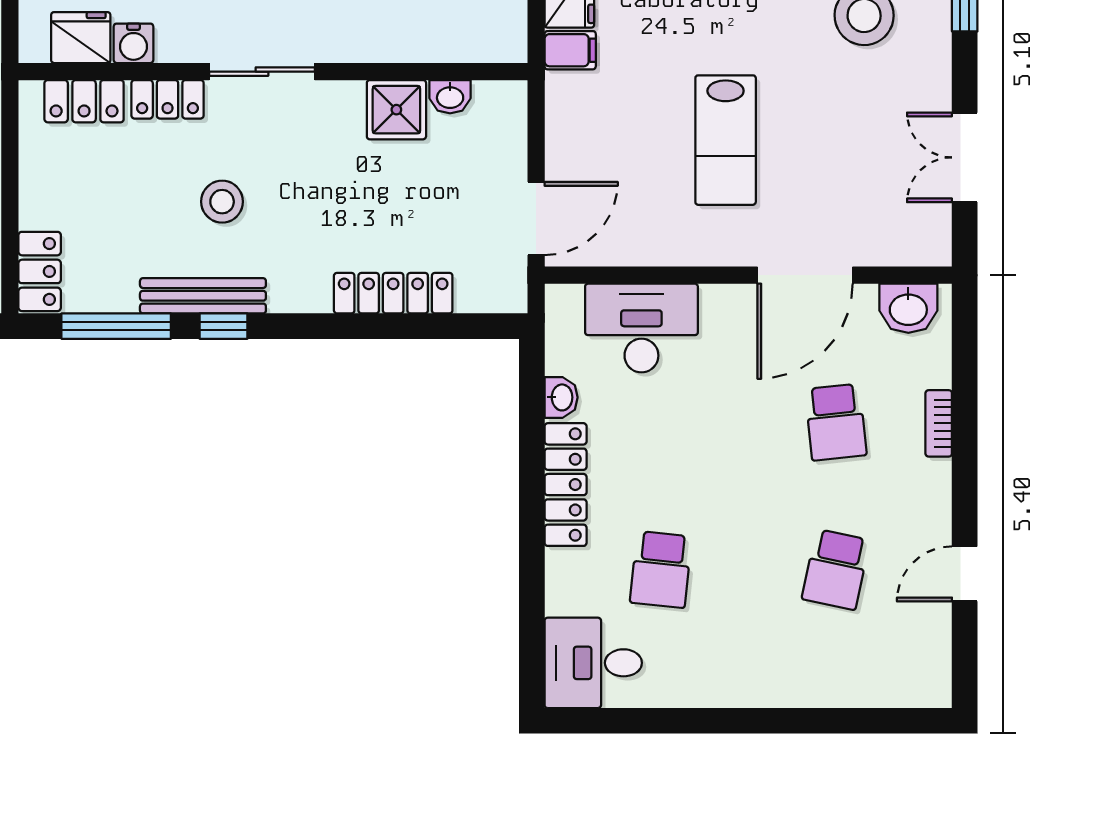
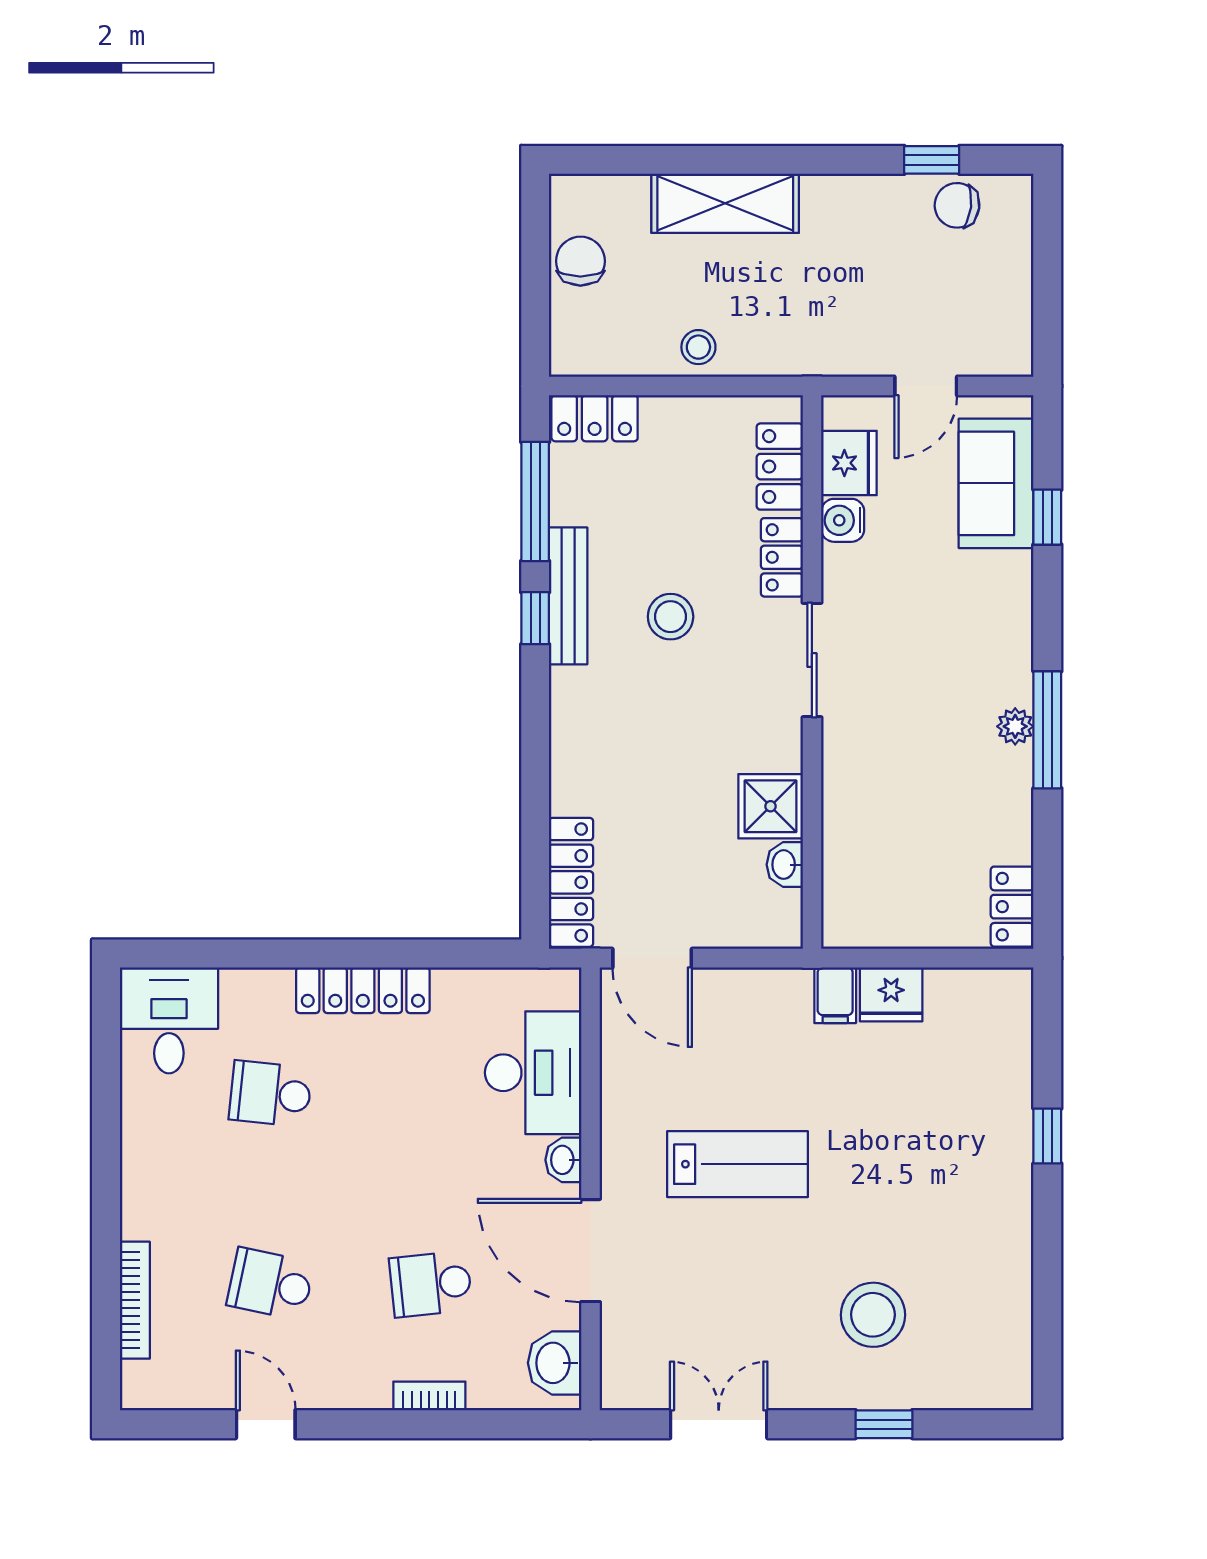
lab bench: (726, 140) -> (737, 1164), turned 180
locker: (393, 293) -> (571, 882), moved
washbasin: (561, 397) -> (563, 1160), moved, turned 90
bookcase: (851, 694) -> (135, 1300), added

